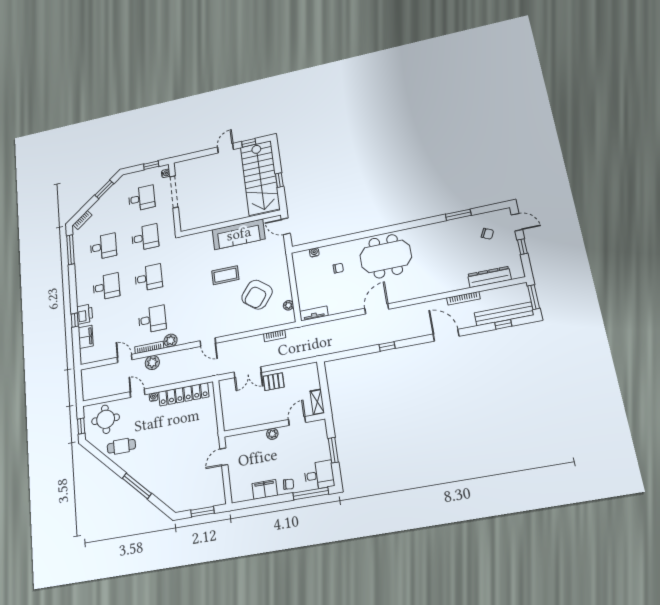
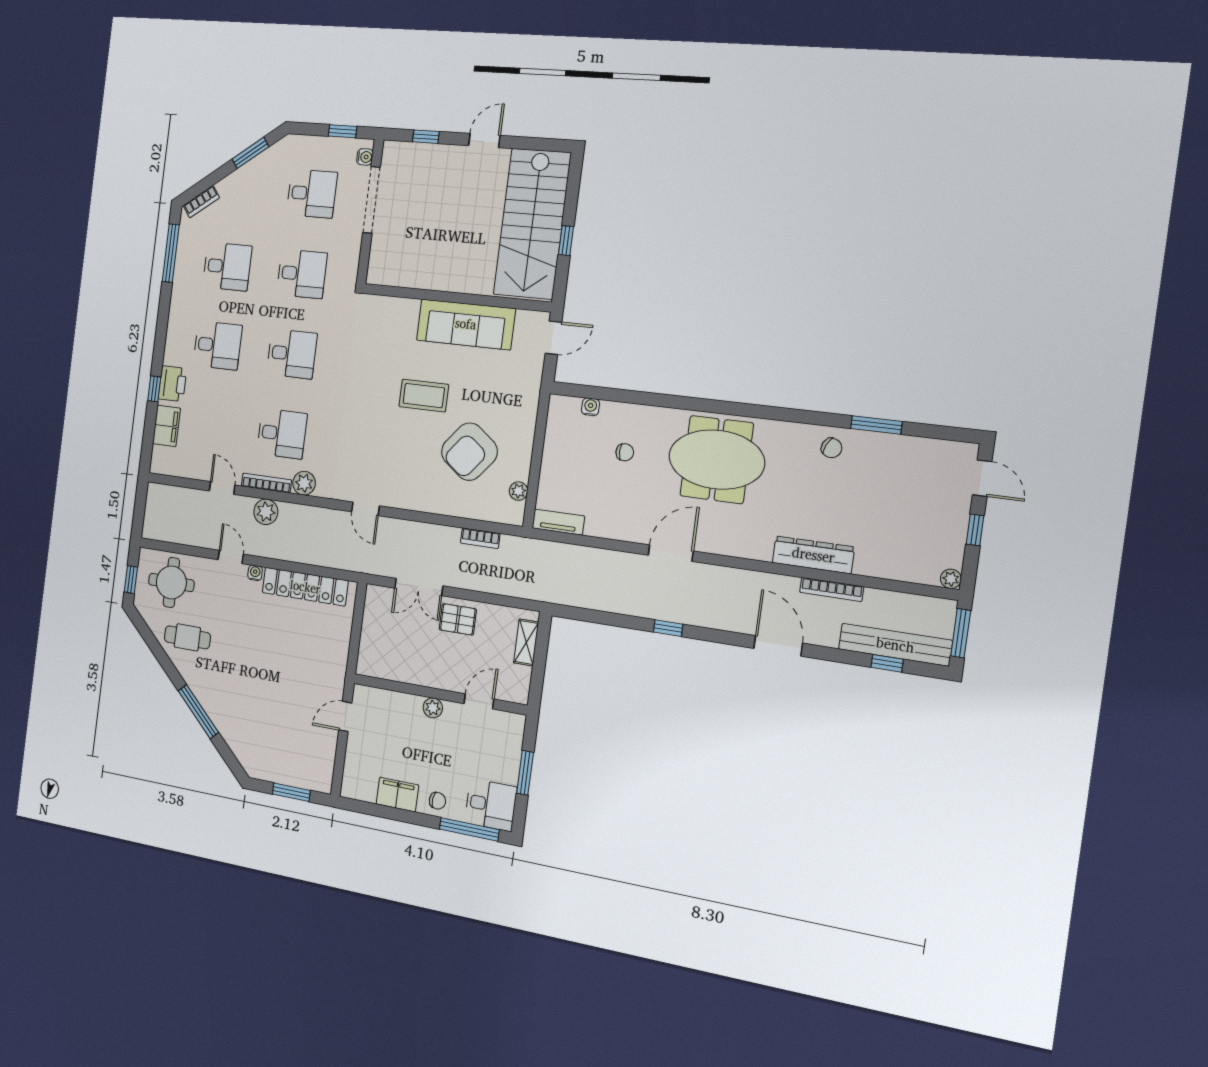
window: (249, 143) -> (426, 137), moved
door: (286, 226) -> (553, 338), swing flipped
chair: (487, 234) -> (832, 448), moved
plant: (519, 273) -> (951, 579), added
dresser: (489, 277) -> (813, 555), moved
shelving: (317, 402) -> (526, 642), moved

